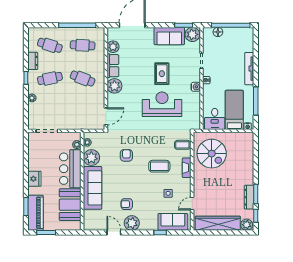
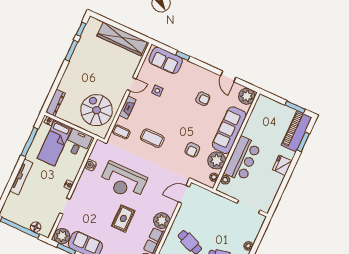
rug: (162, 74) -> (123, 218), moved
water cooler: (196, 87) -> (91, 165), moved
armchair: (126, 155) -> (192, 150), moved
coffee table: (159, 166) -> (152, 138), moved
dresser: (249, 197) -> (55, 103), moved
door: (192, 204) -> (132, 84), moved
booth: (70, 205) -> (259, 124), removed
plant: (132, 223) -> (247, 96), moved
plant: (247, 225) -> (94, 24), removed

